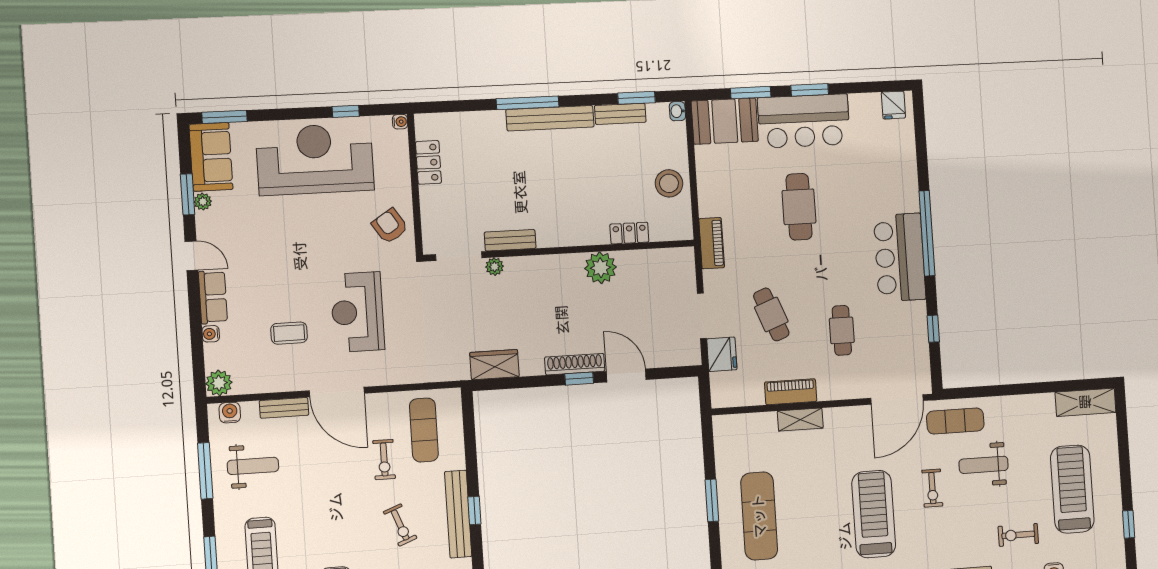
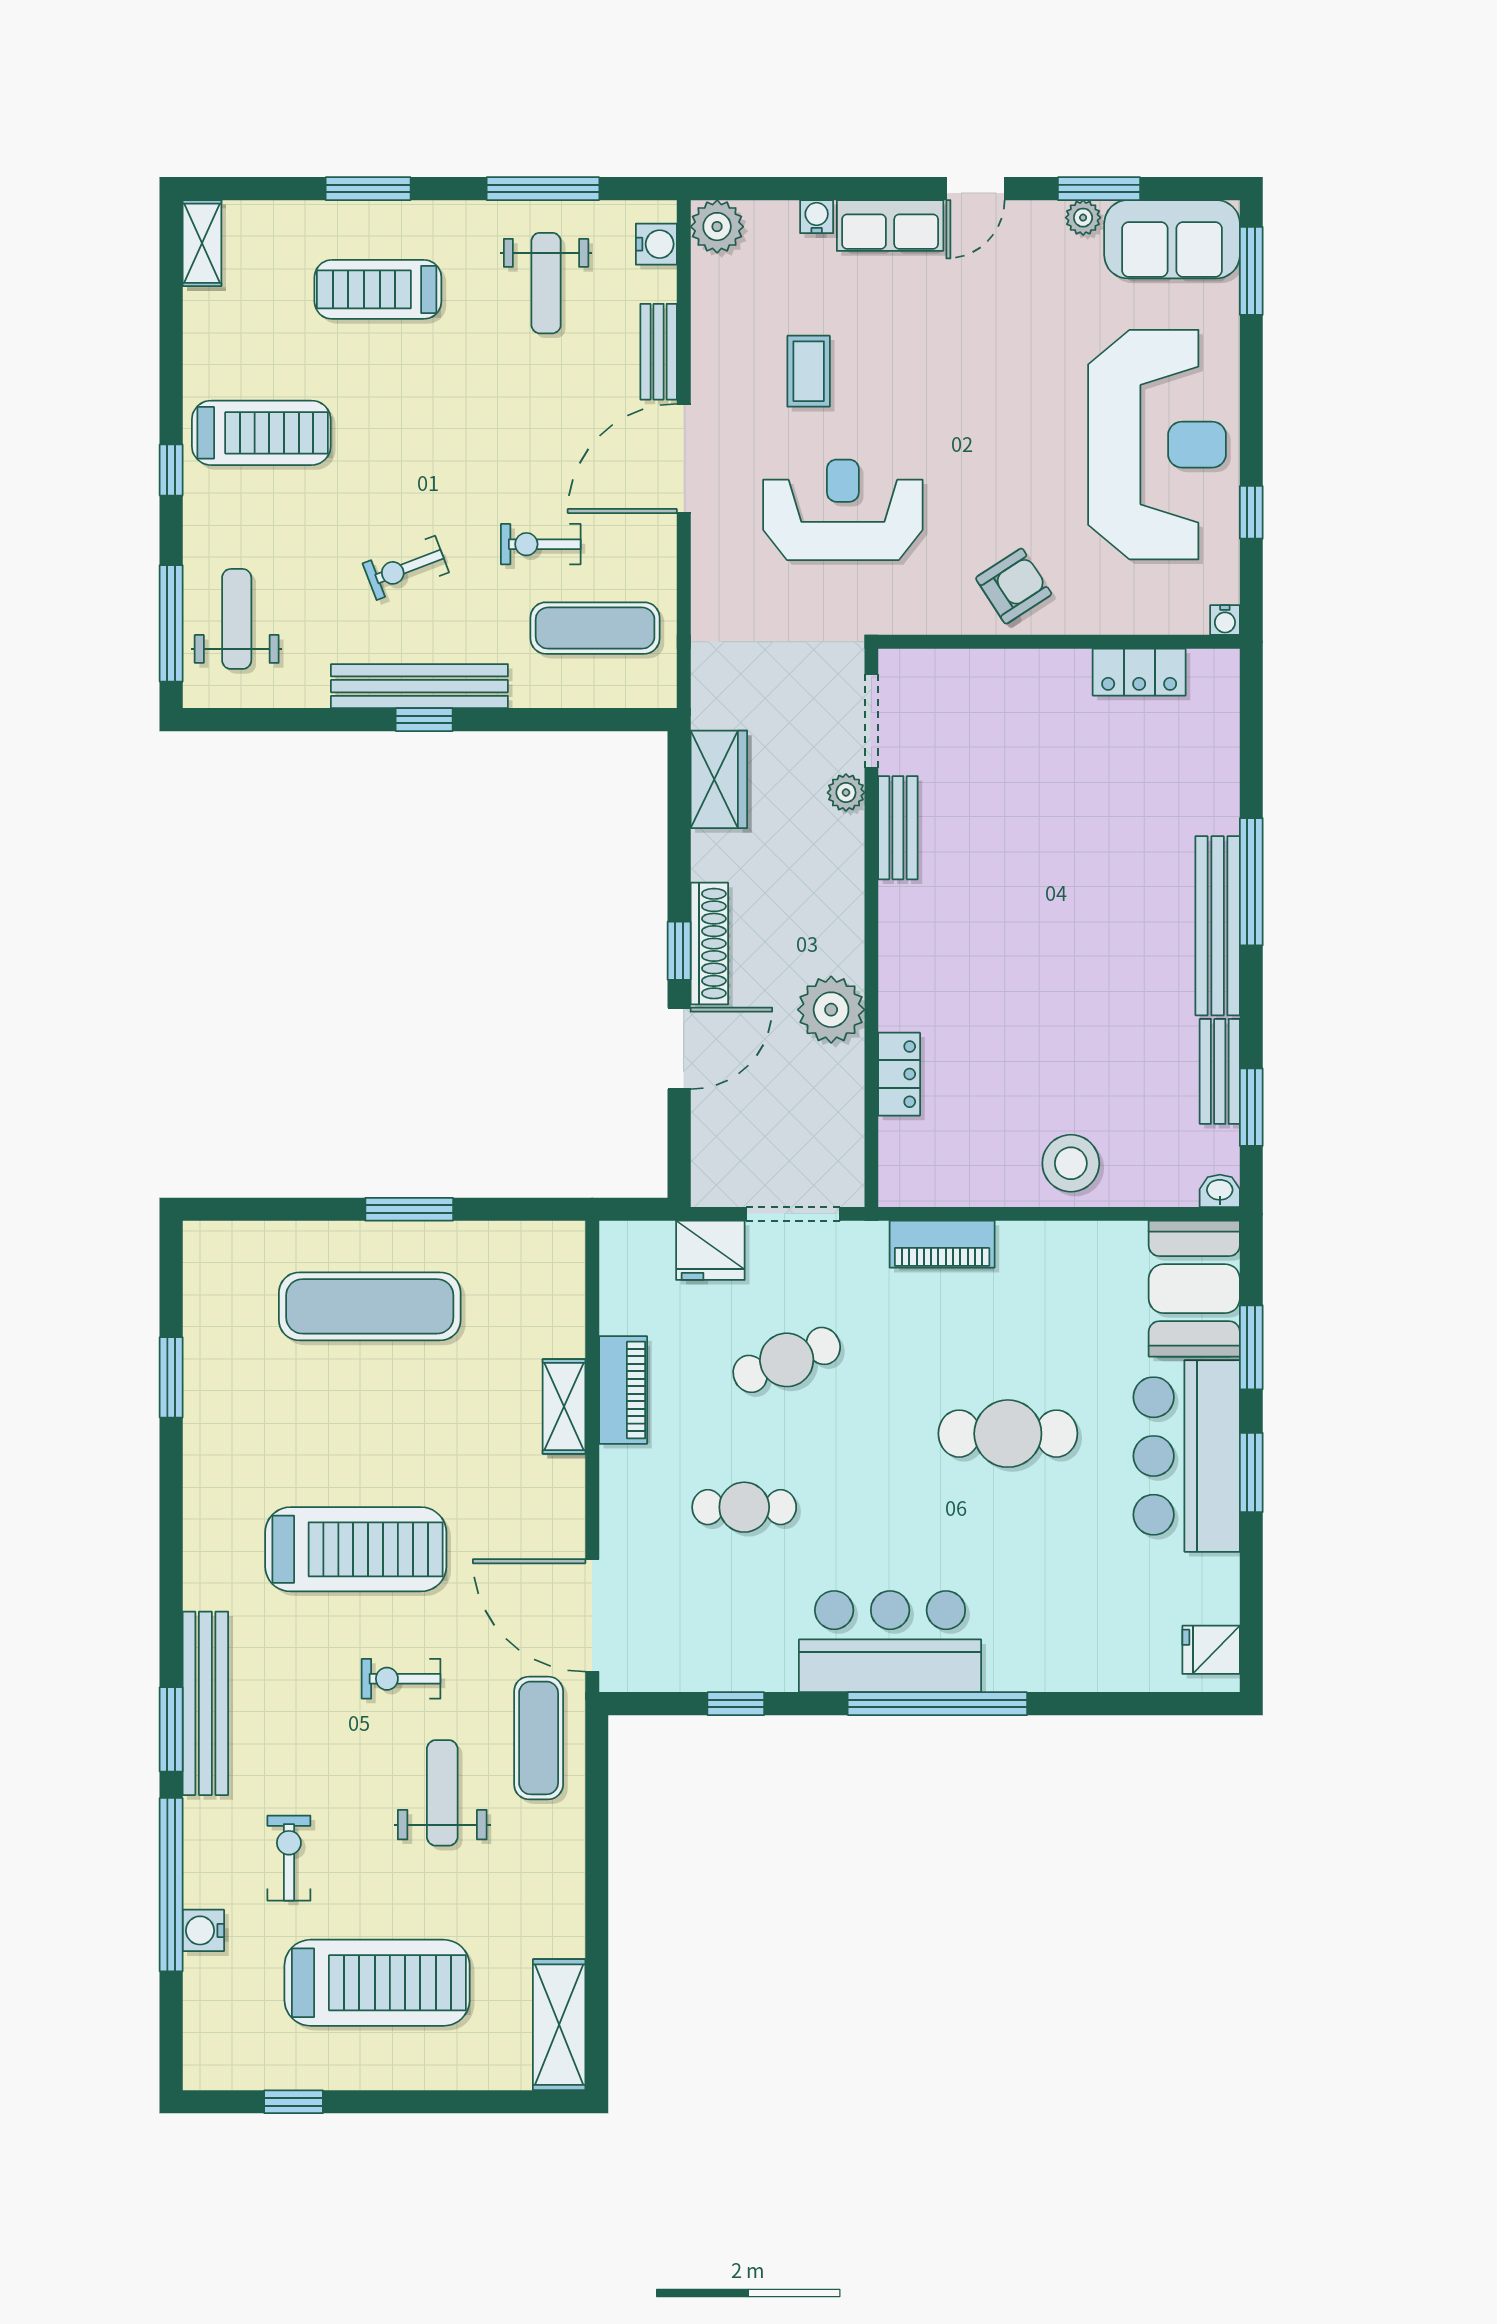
locker: (629, 233) -> (899, 1074), moved
bench: (510, 240) -> (898, 828), moved
wall: (560, 250) -> (871, 928), moved
doorway: (459, 256) -> (871, 721), moved
plant: (495, 267) -> (846, 793), moved
plant: (601, 268) -> (831, 1010), moved

